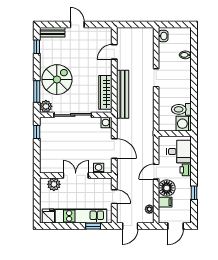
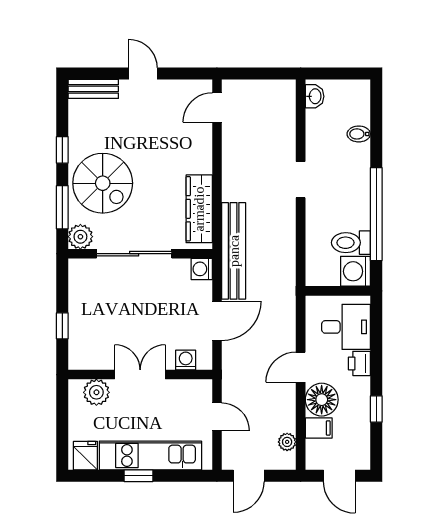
window: (37, 47) -> (62, 150), moved
door: (114, 52) -> (217, 107), moved
spiral stairs: (57, 80) -> (103, 183), turned 90
bench: (123, 94) -> (234, 251), moved
window: (194, 95) -> (376, 214), added
window: (37, 132) -> (62, 326), moved
door: (114, 148) -> (217, 321), hinge flipped
window: (93, 226) -> (138, 476), moved
door: (175, 226) -> (339, 476), hinge flipped

